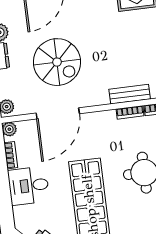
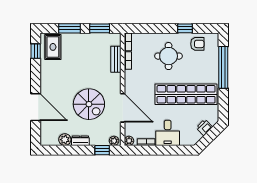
spiral stairs: (57, 62) -> (89, 104), turned 90

